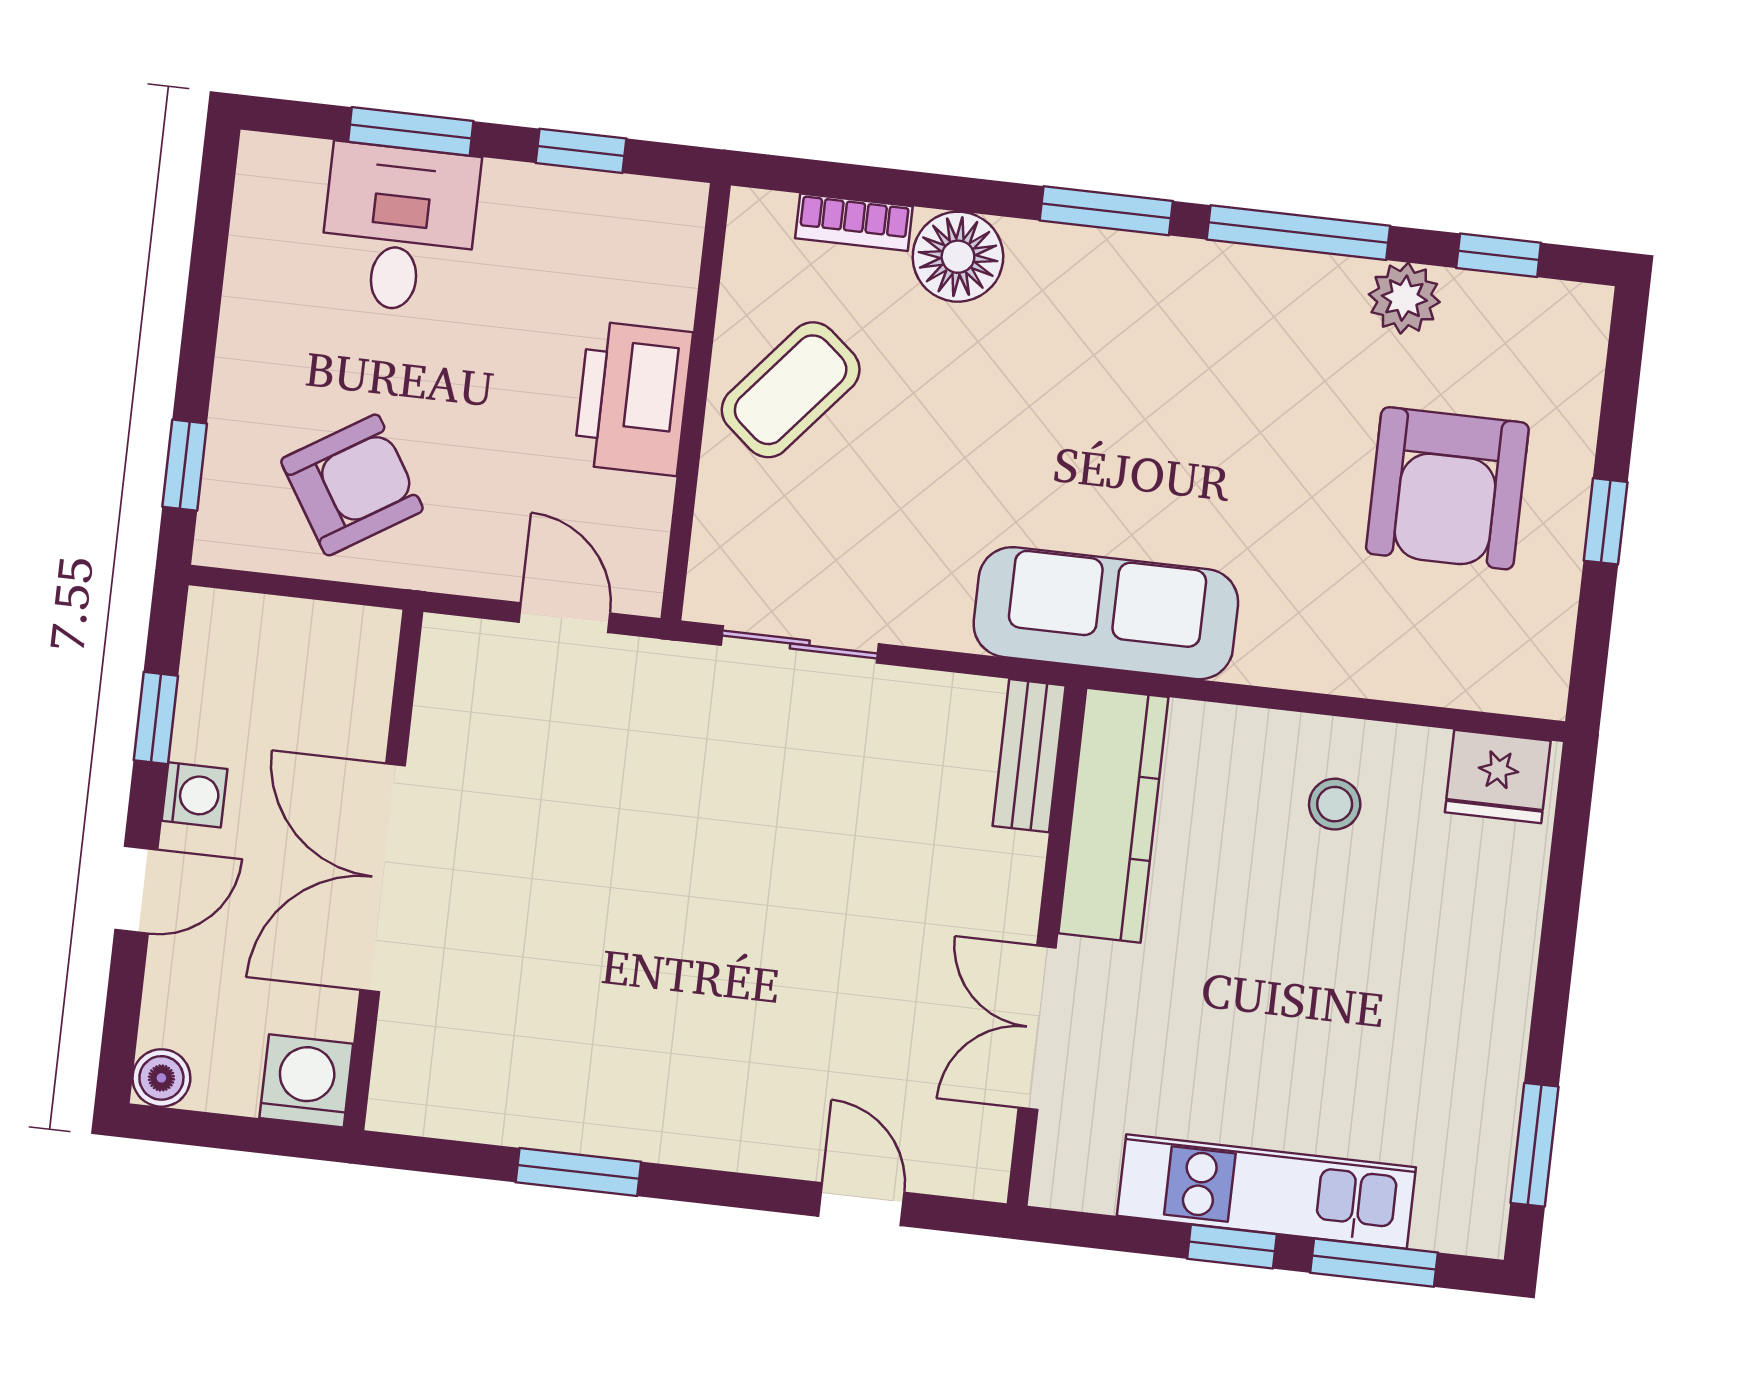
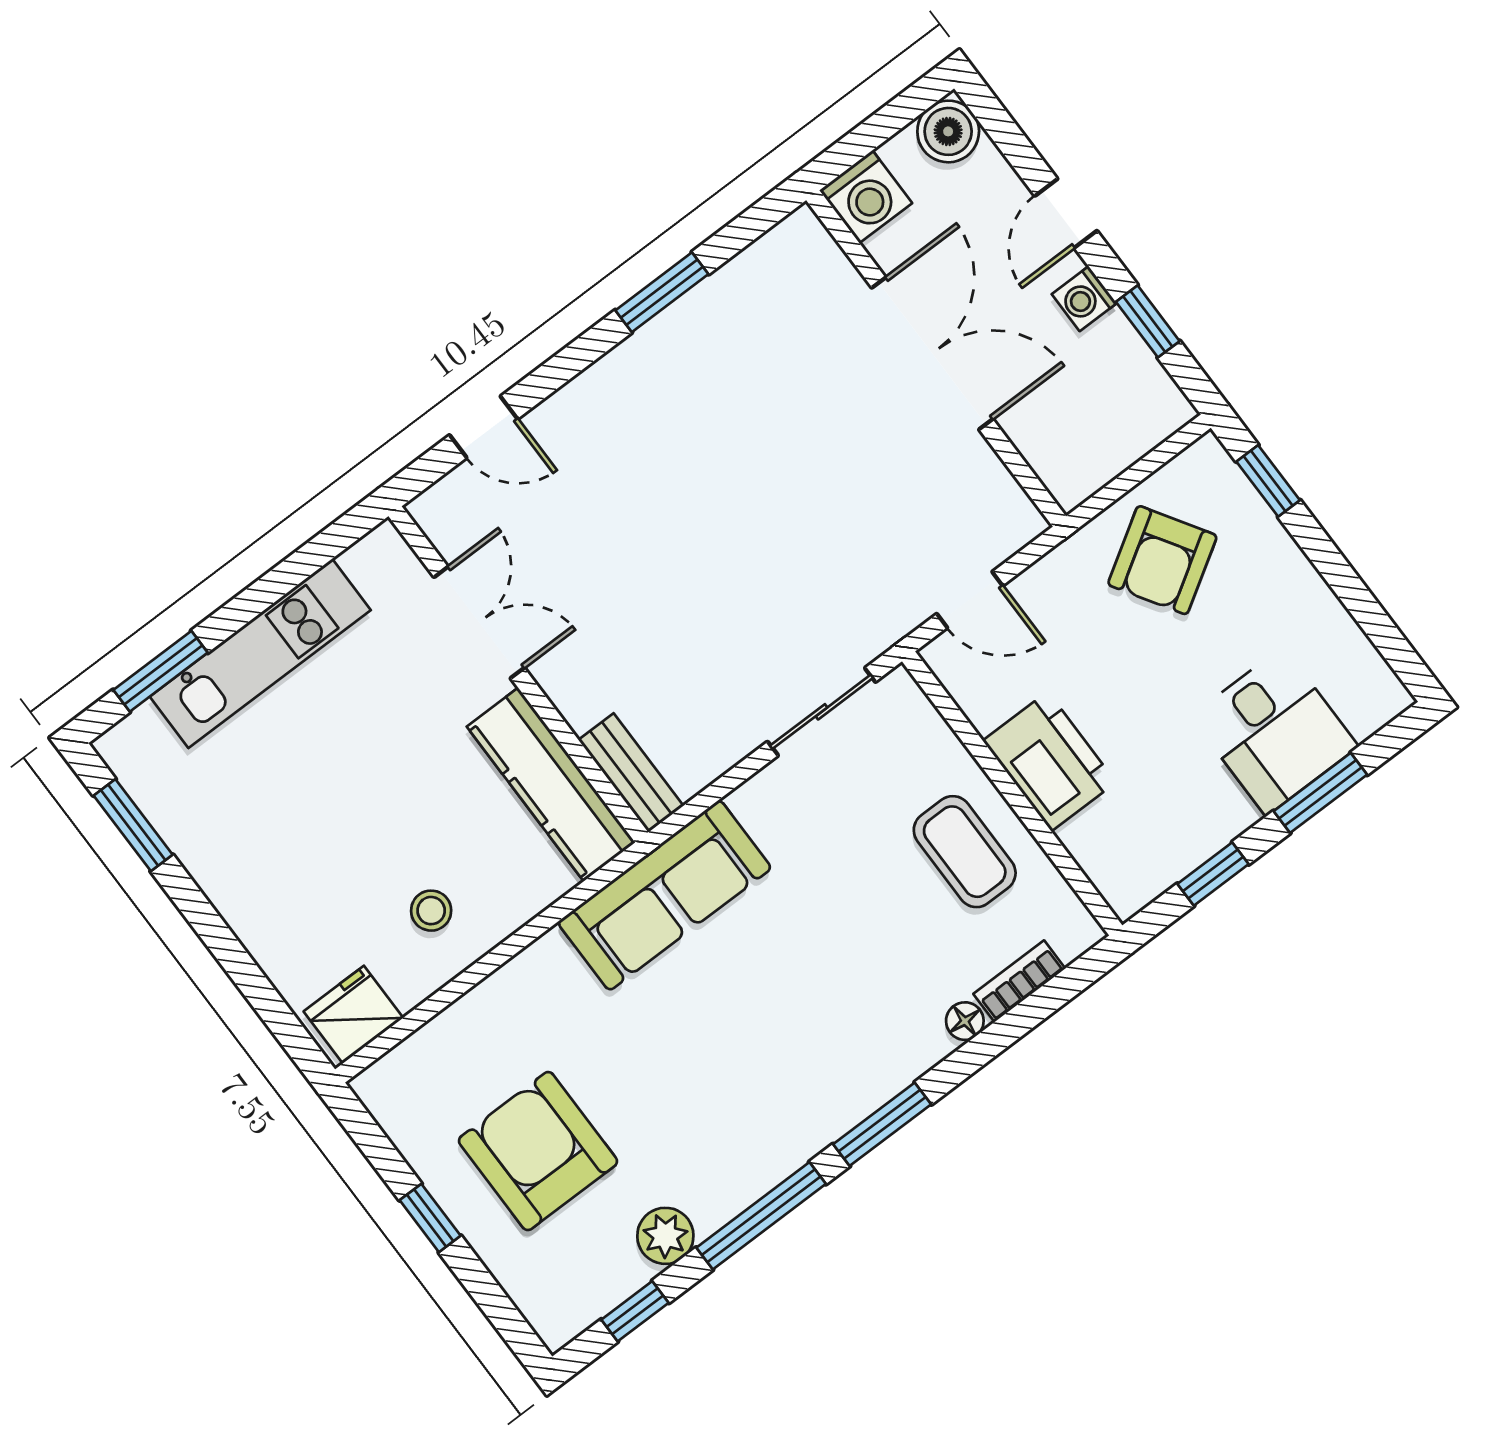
floor lamp: (958, 257) -> (965, 1021), width x0.53, depth x0.53
coffee table: (791, 390) -> (965, 852), turned -40
boiler: (161, 1078) -> (948, 131), width x1.36, depth x1.36
window: (1232, 1246) -> (250, 604), removed

